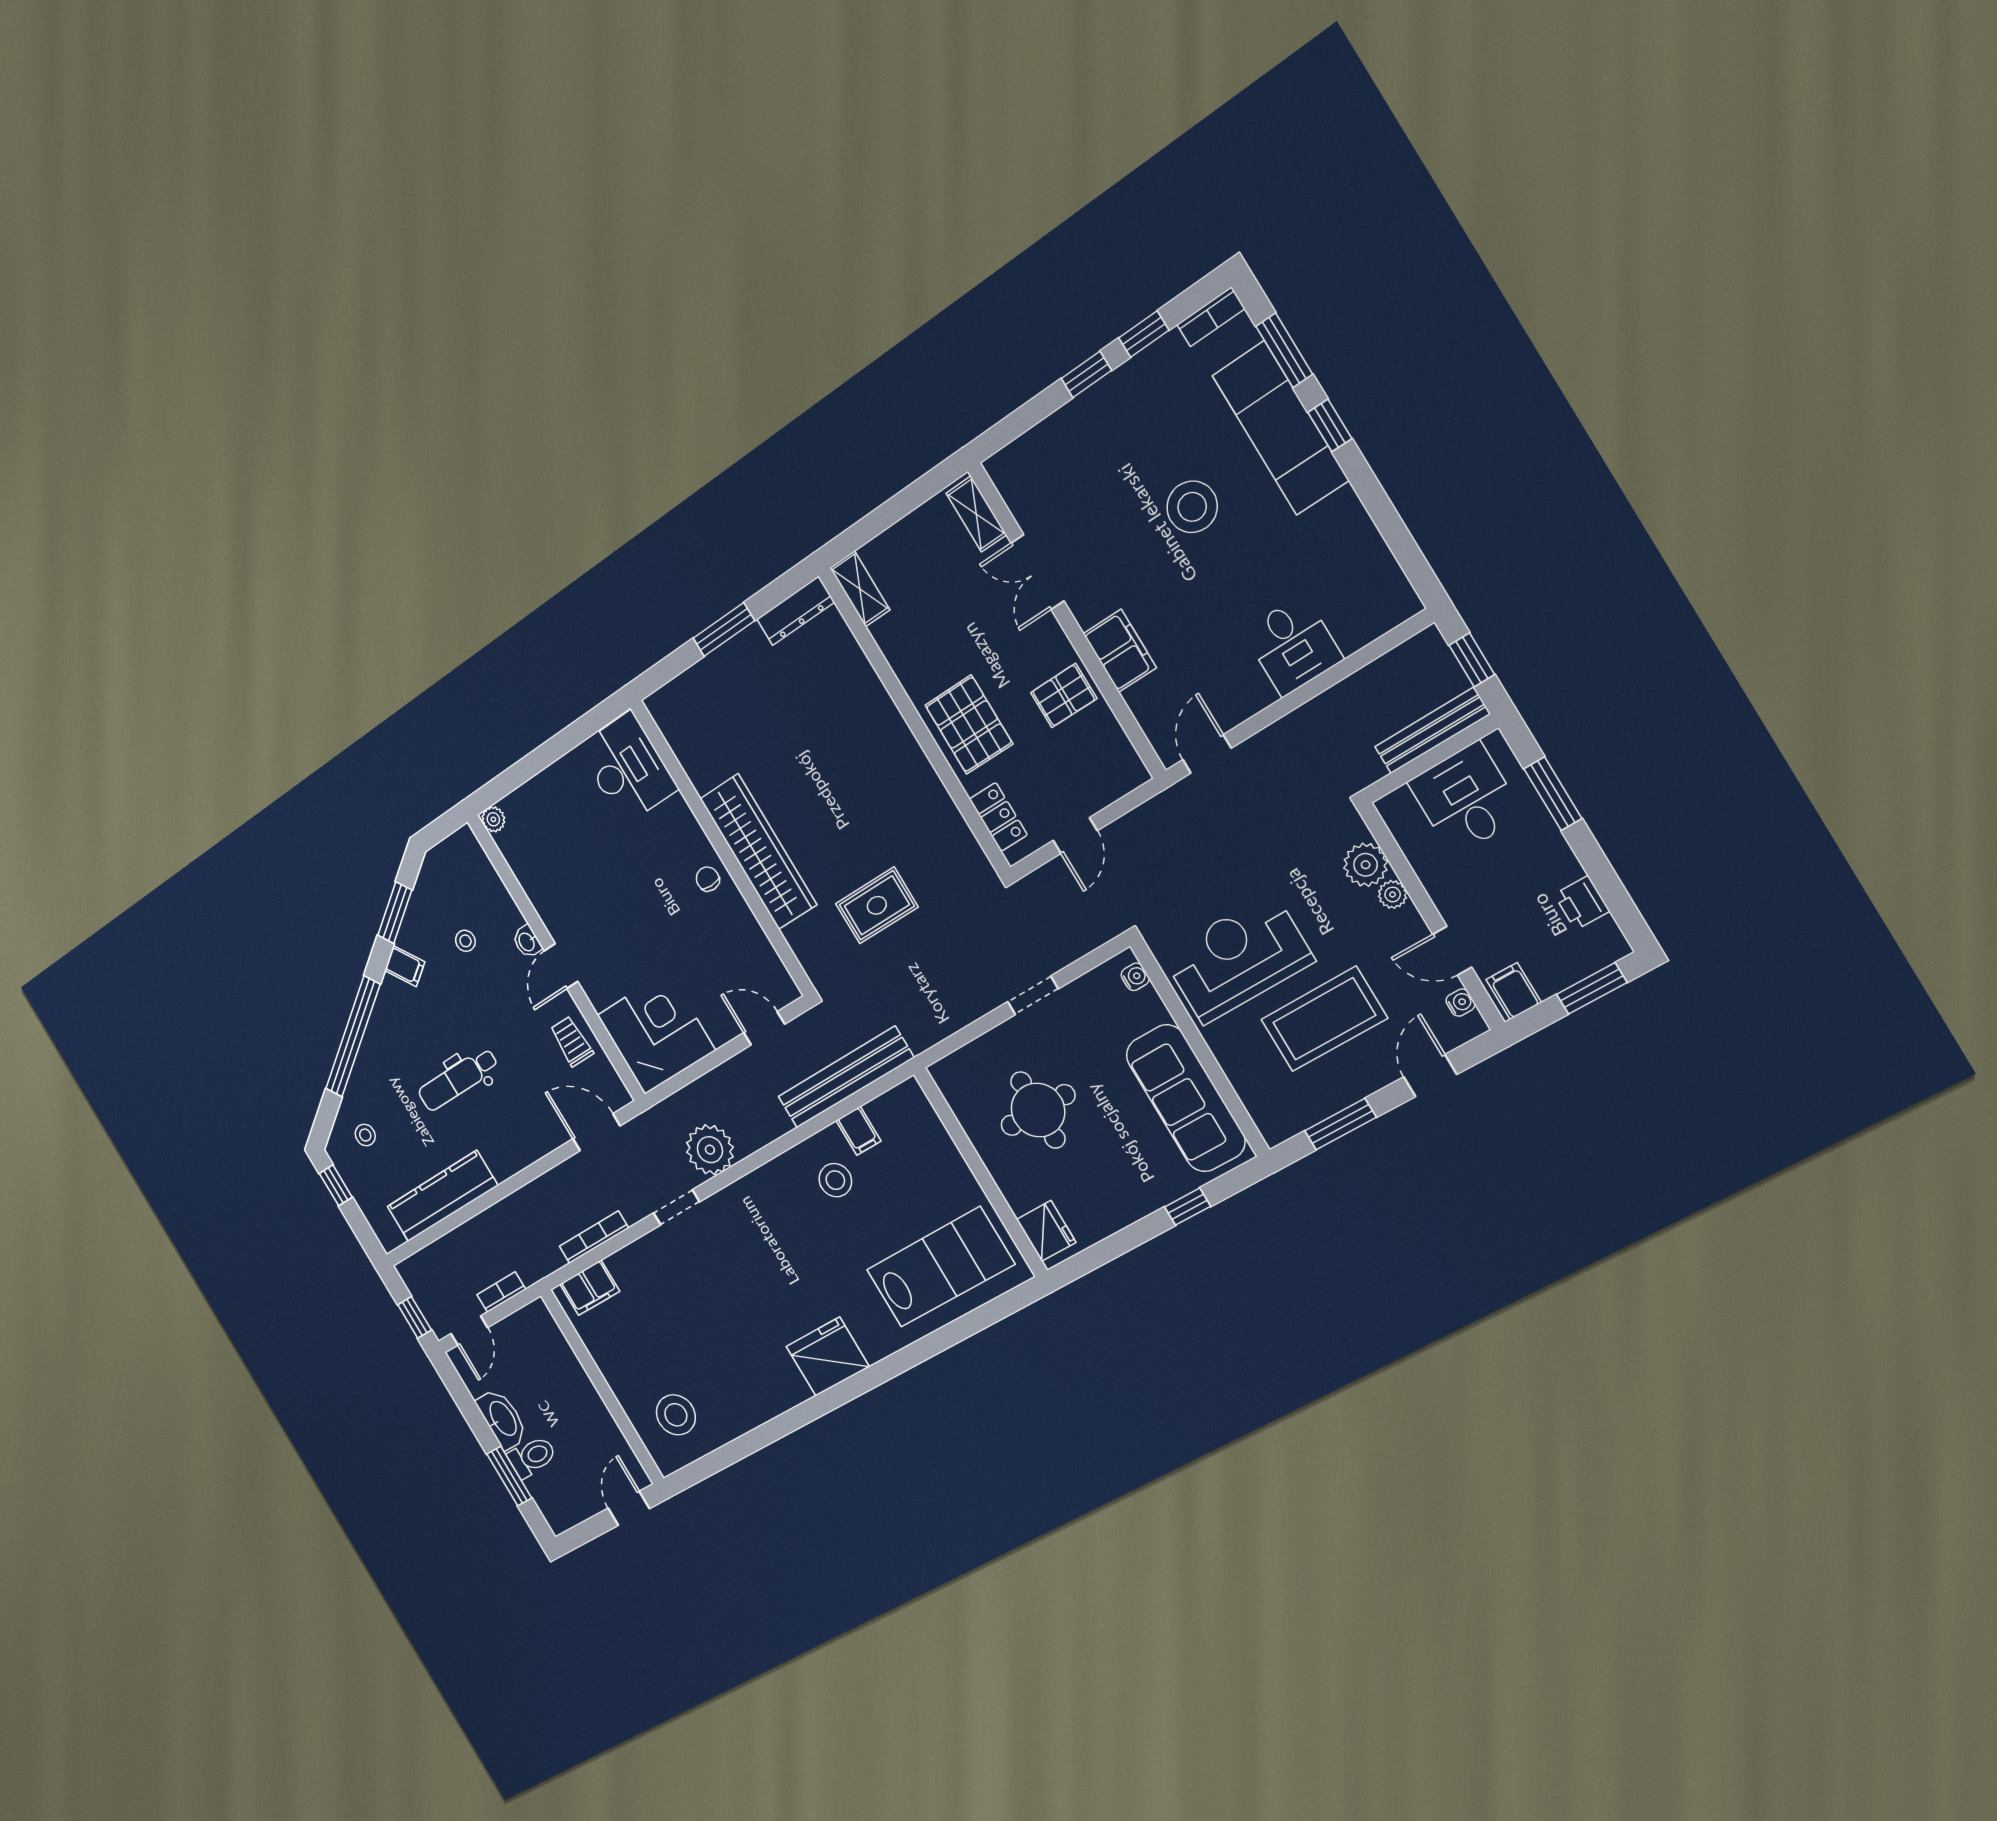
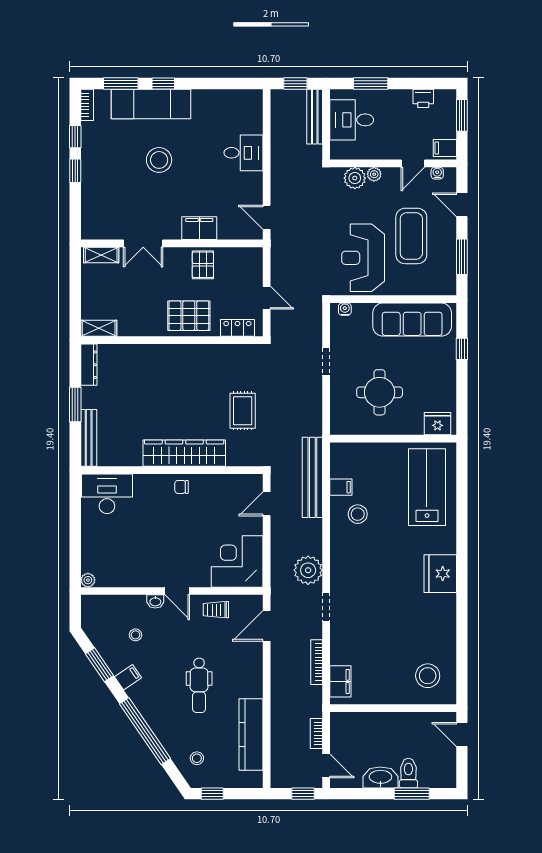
bench: (689, 685) -> (89, 438), added

